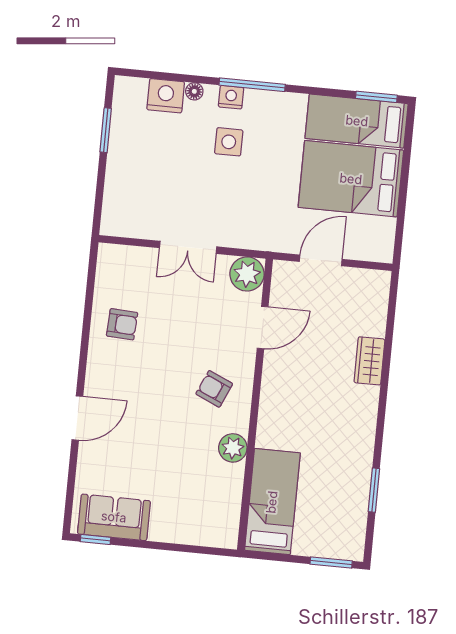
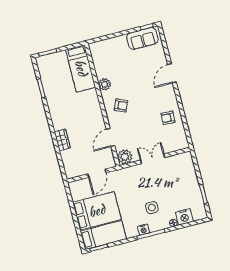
nightstand: (231, 97) -> (143, 230), moved

